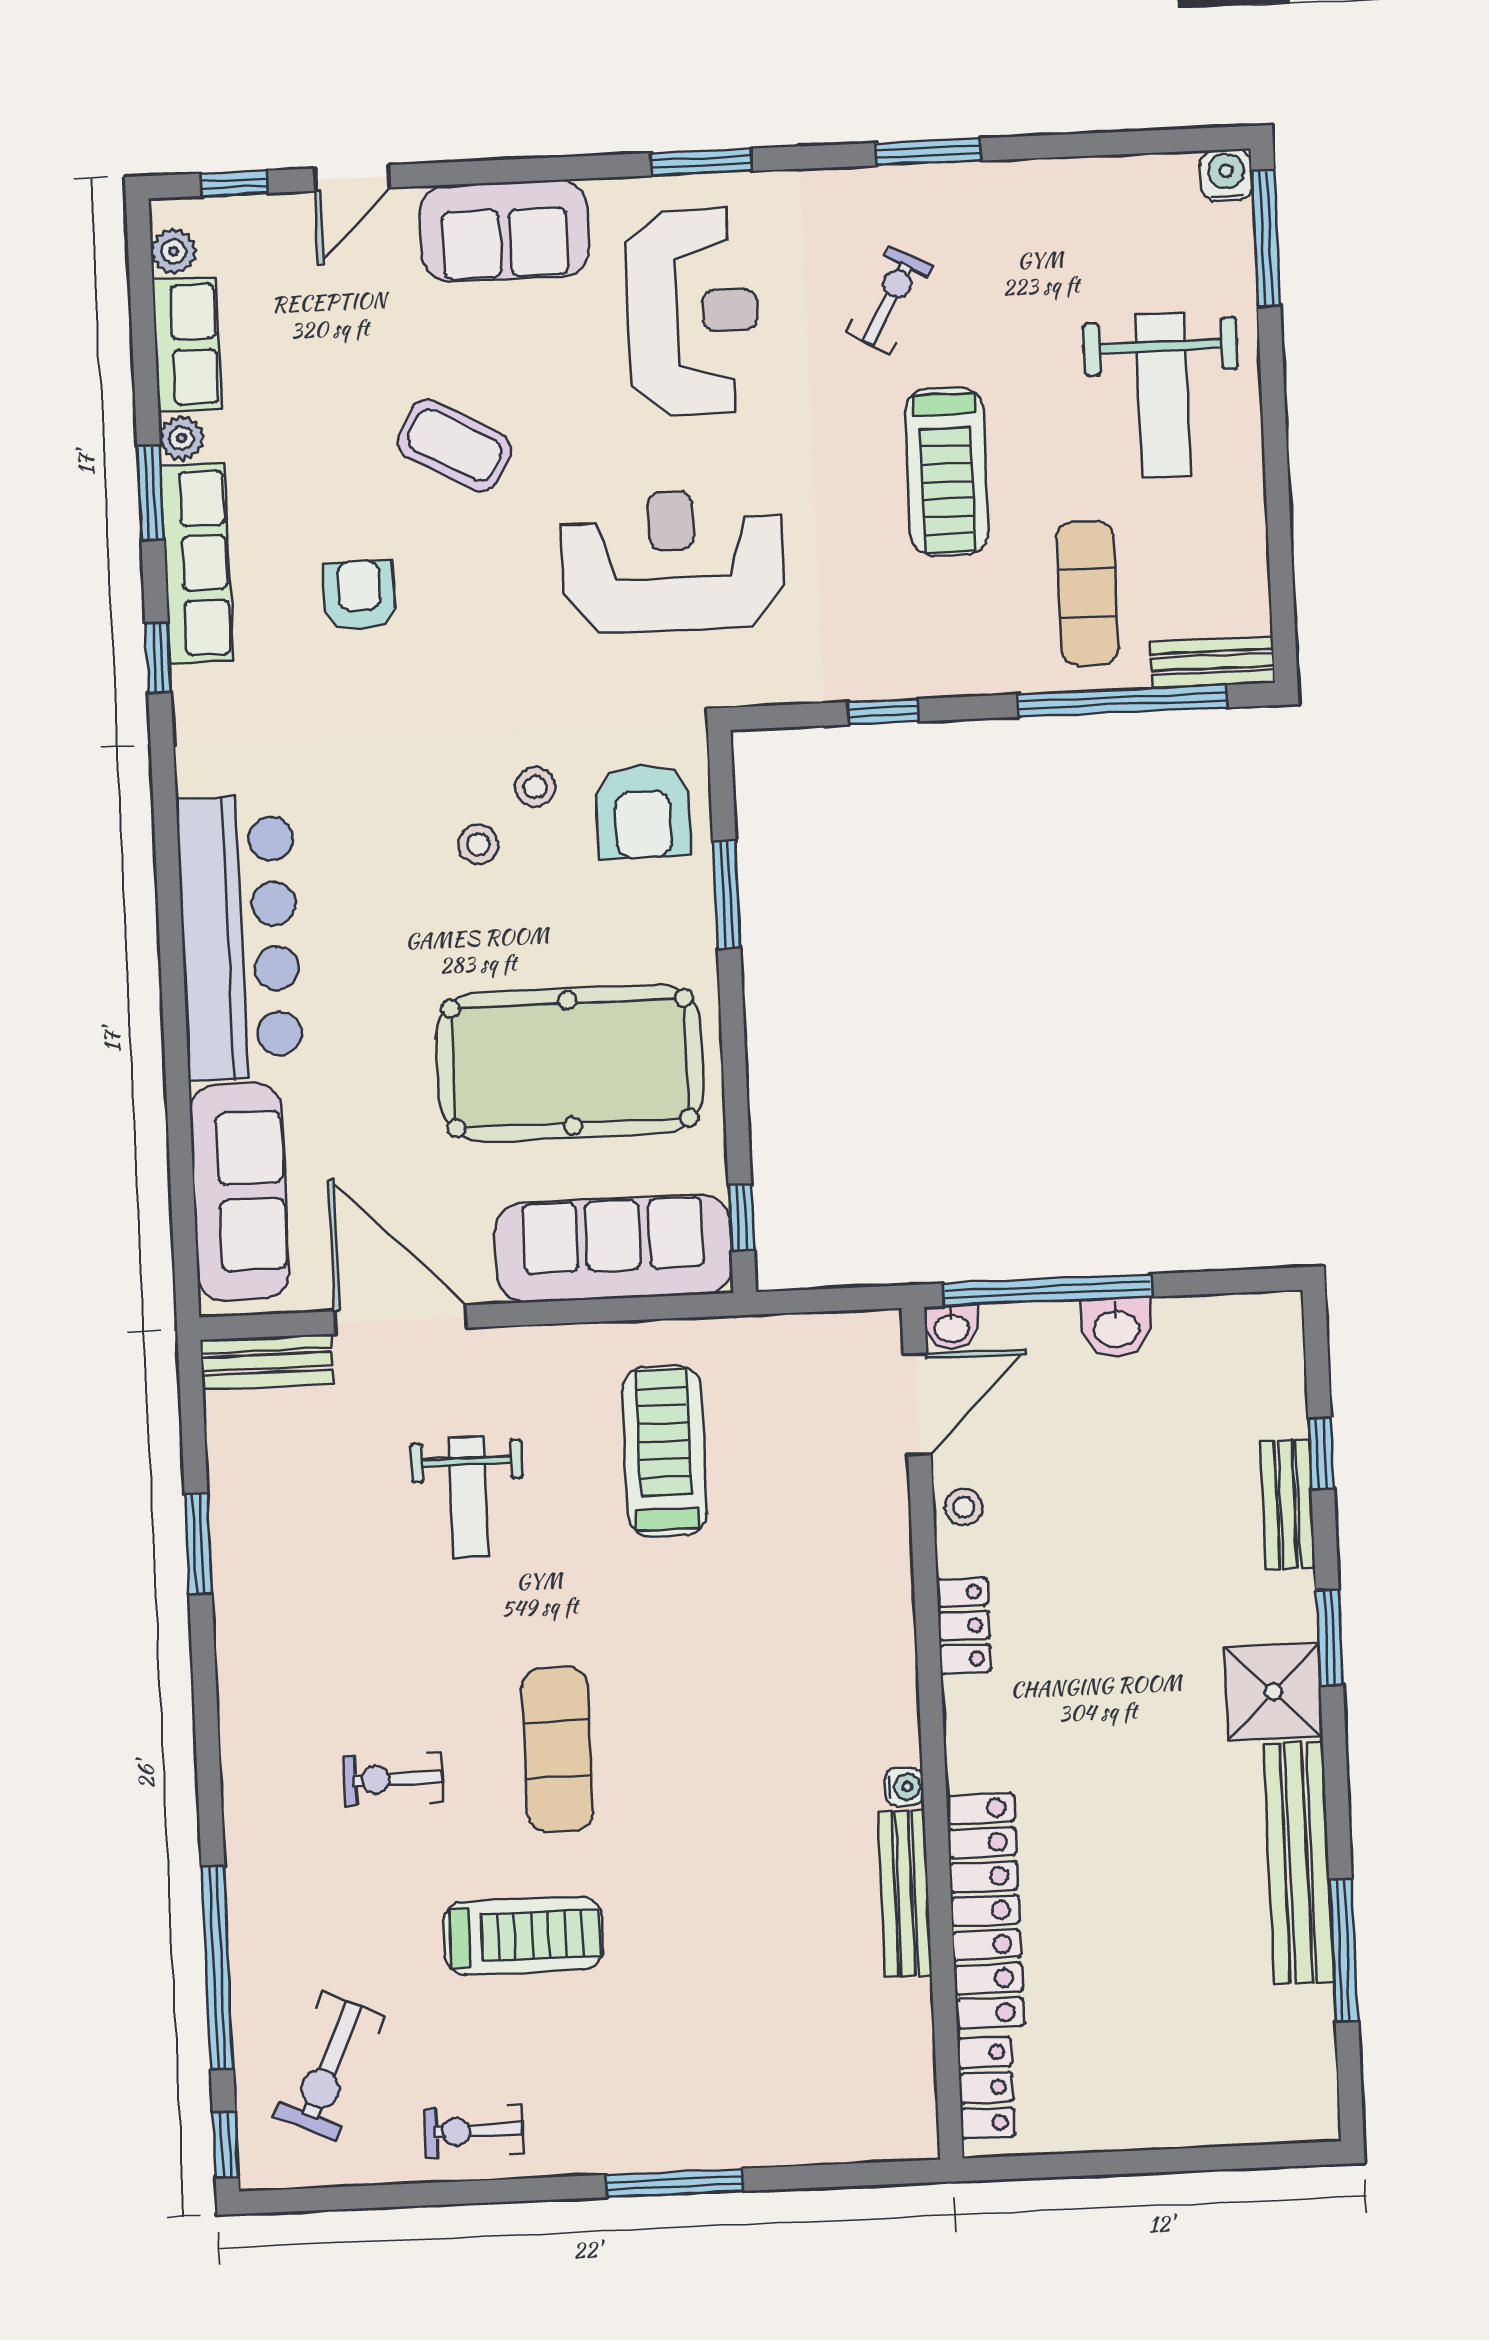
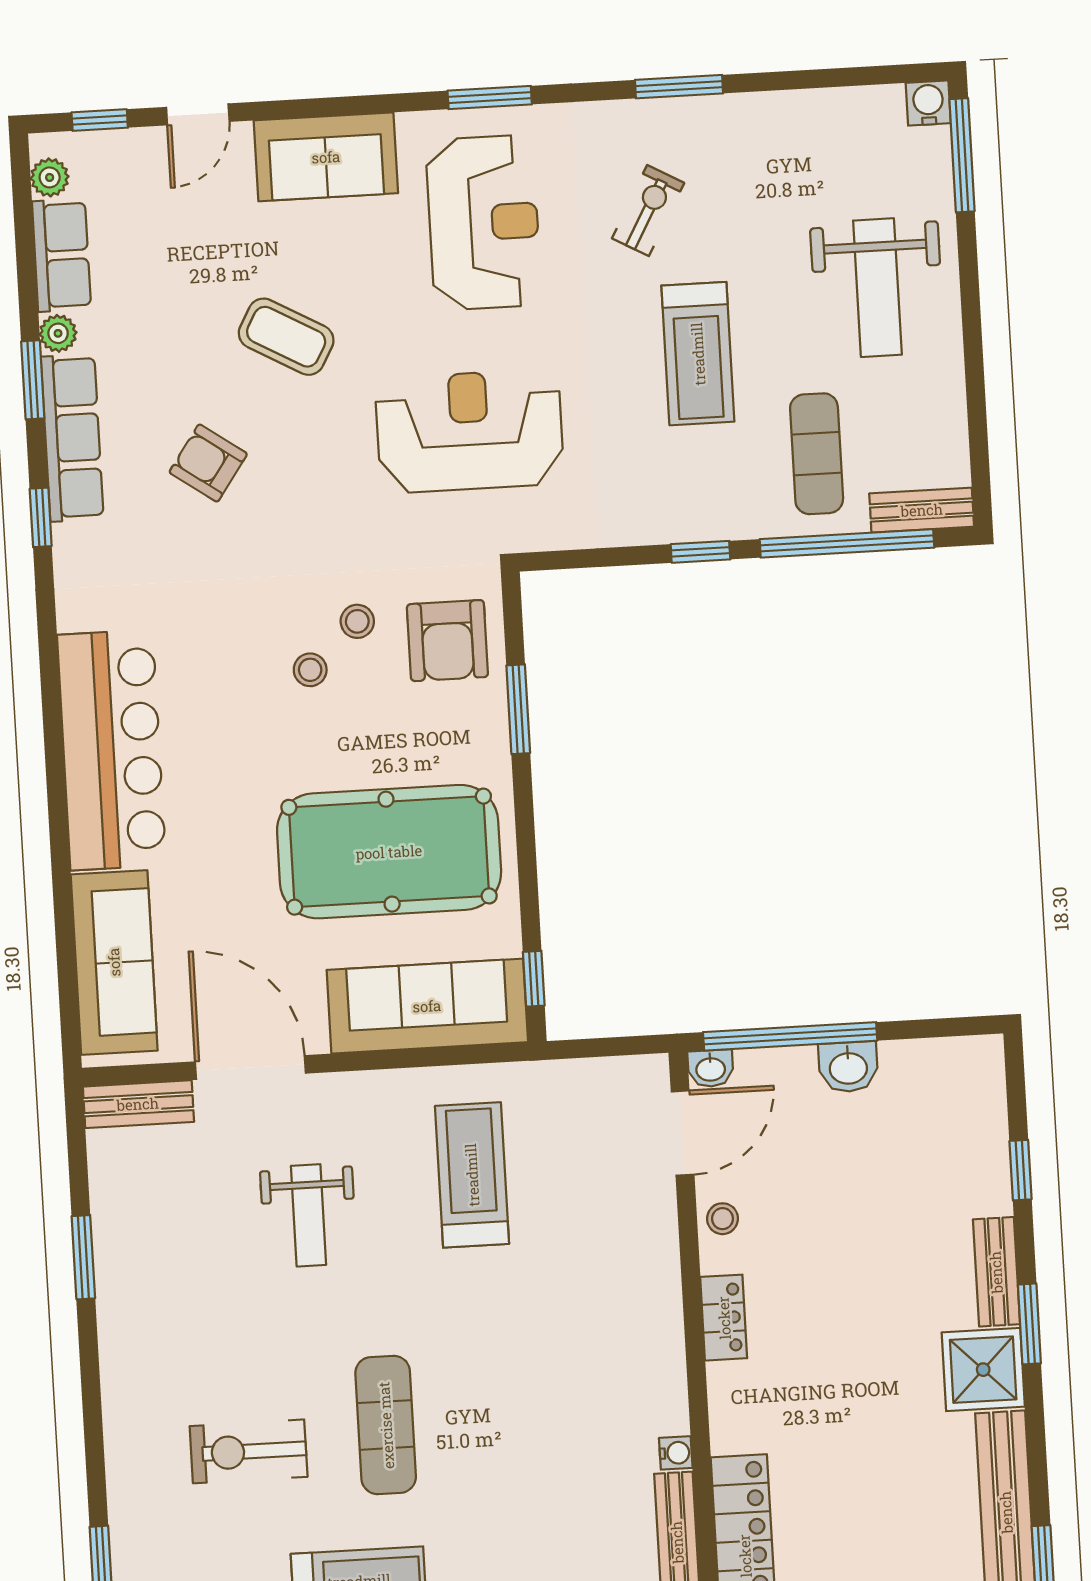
armchair: (359, 595) -> (208, 463), turned -55
window: (883, 712) -> (700, 552), moved
bench: (1288, 1504) -> (996, 1272), moved
exercise bike: (393, 1779) -> (249, 1451), width x1.38, depth x1.39

